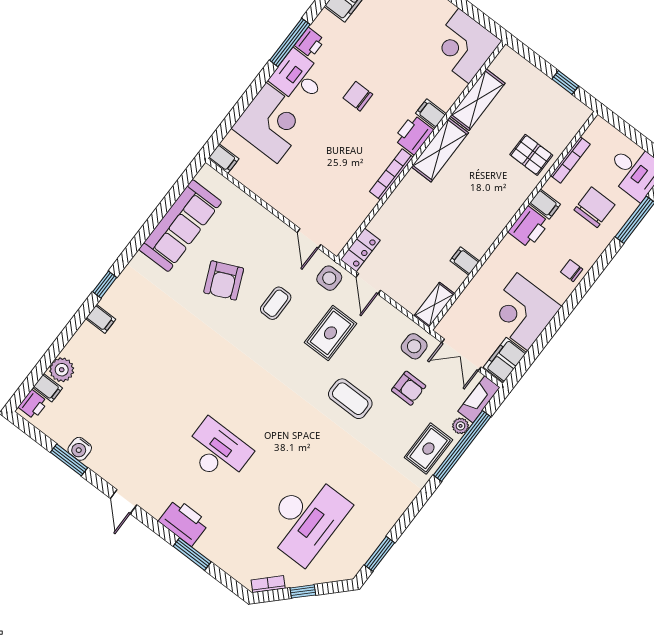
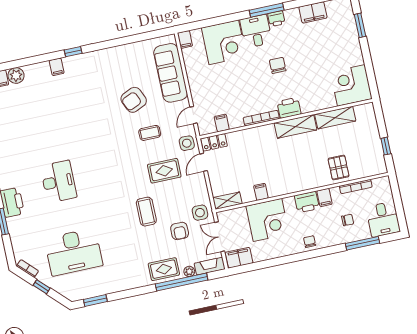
filing cabinet: (431, 114) -> (222, 123), moved
chair: (594, 207) -> (348, 220), width x0.54, depth x0.54
sofa: (180, 226) -> (171, 73), moved, turned 90
corner desk: (523, 312) -> (268, 220), moved, turned 180

